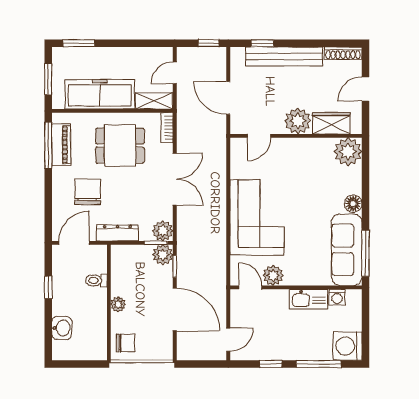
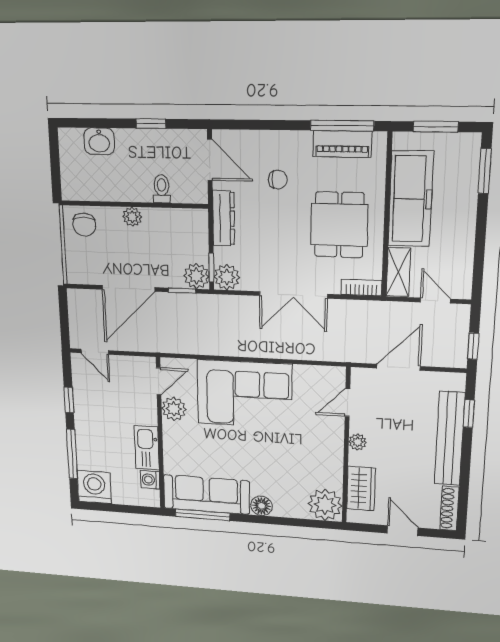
plant: (298, 121) -> (358, 442), width x0.53, depth x0.53
door: (259, 136) -> (347, 402), hinge flipped
chair: (88, 192) -> (278, 179), width x0.54, depth x0.54

